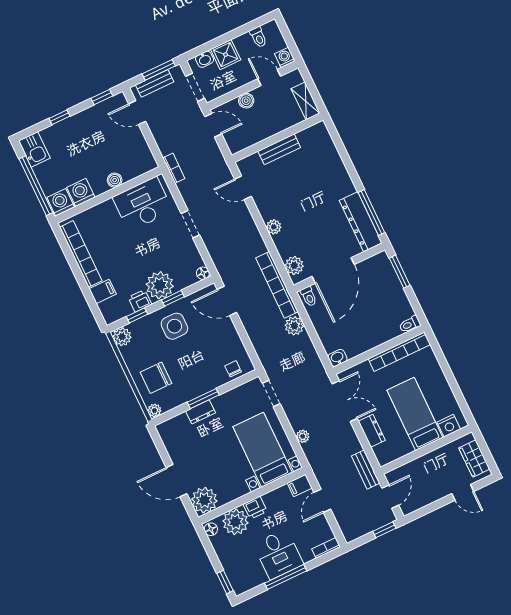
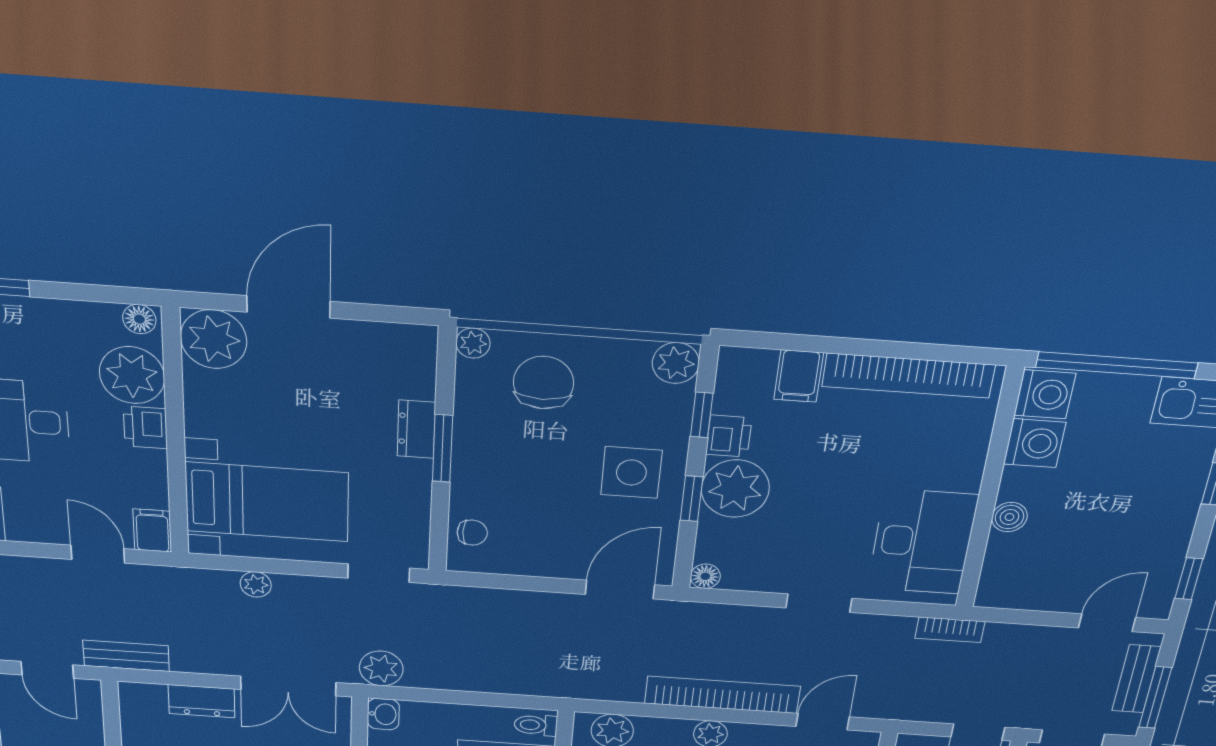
bookcase: (277, 285) -> (722, 695), moved
plant: (294, 326) -> (381, 668), moved

